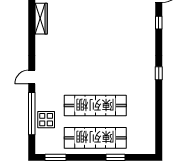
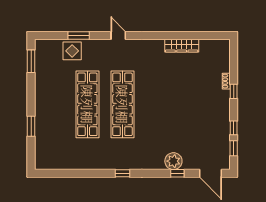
plant: (148, 26) -> (173, 161), added
window: (32, 114) -> (79, 35), width x0.47
shop shelf: (95, 138) -> (122, 104), moved

